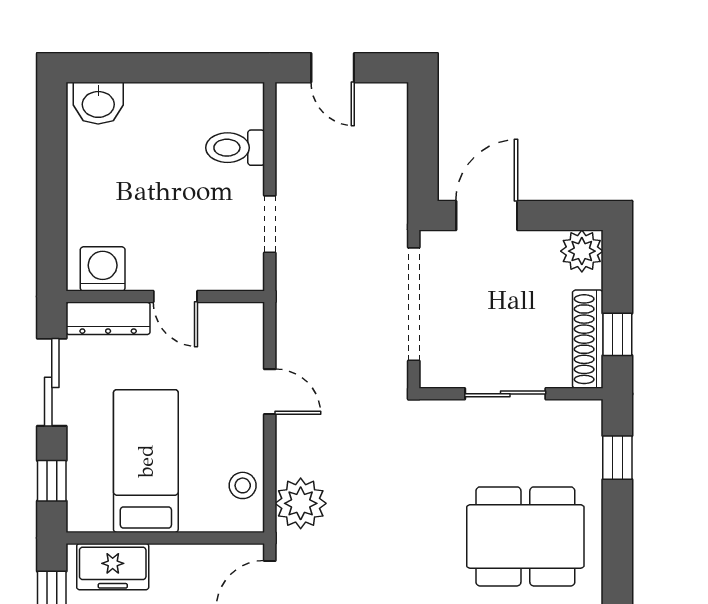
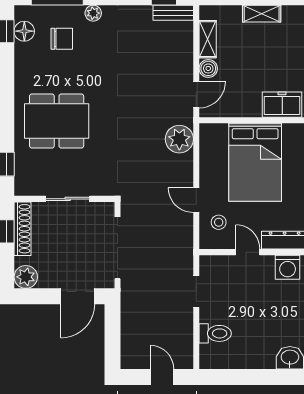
bed: (146, 461) -> (255, 162), width x1.50
stool: (243, 485) -> (219, 222), moved

